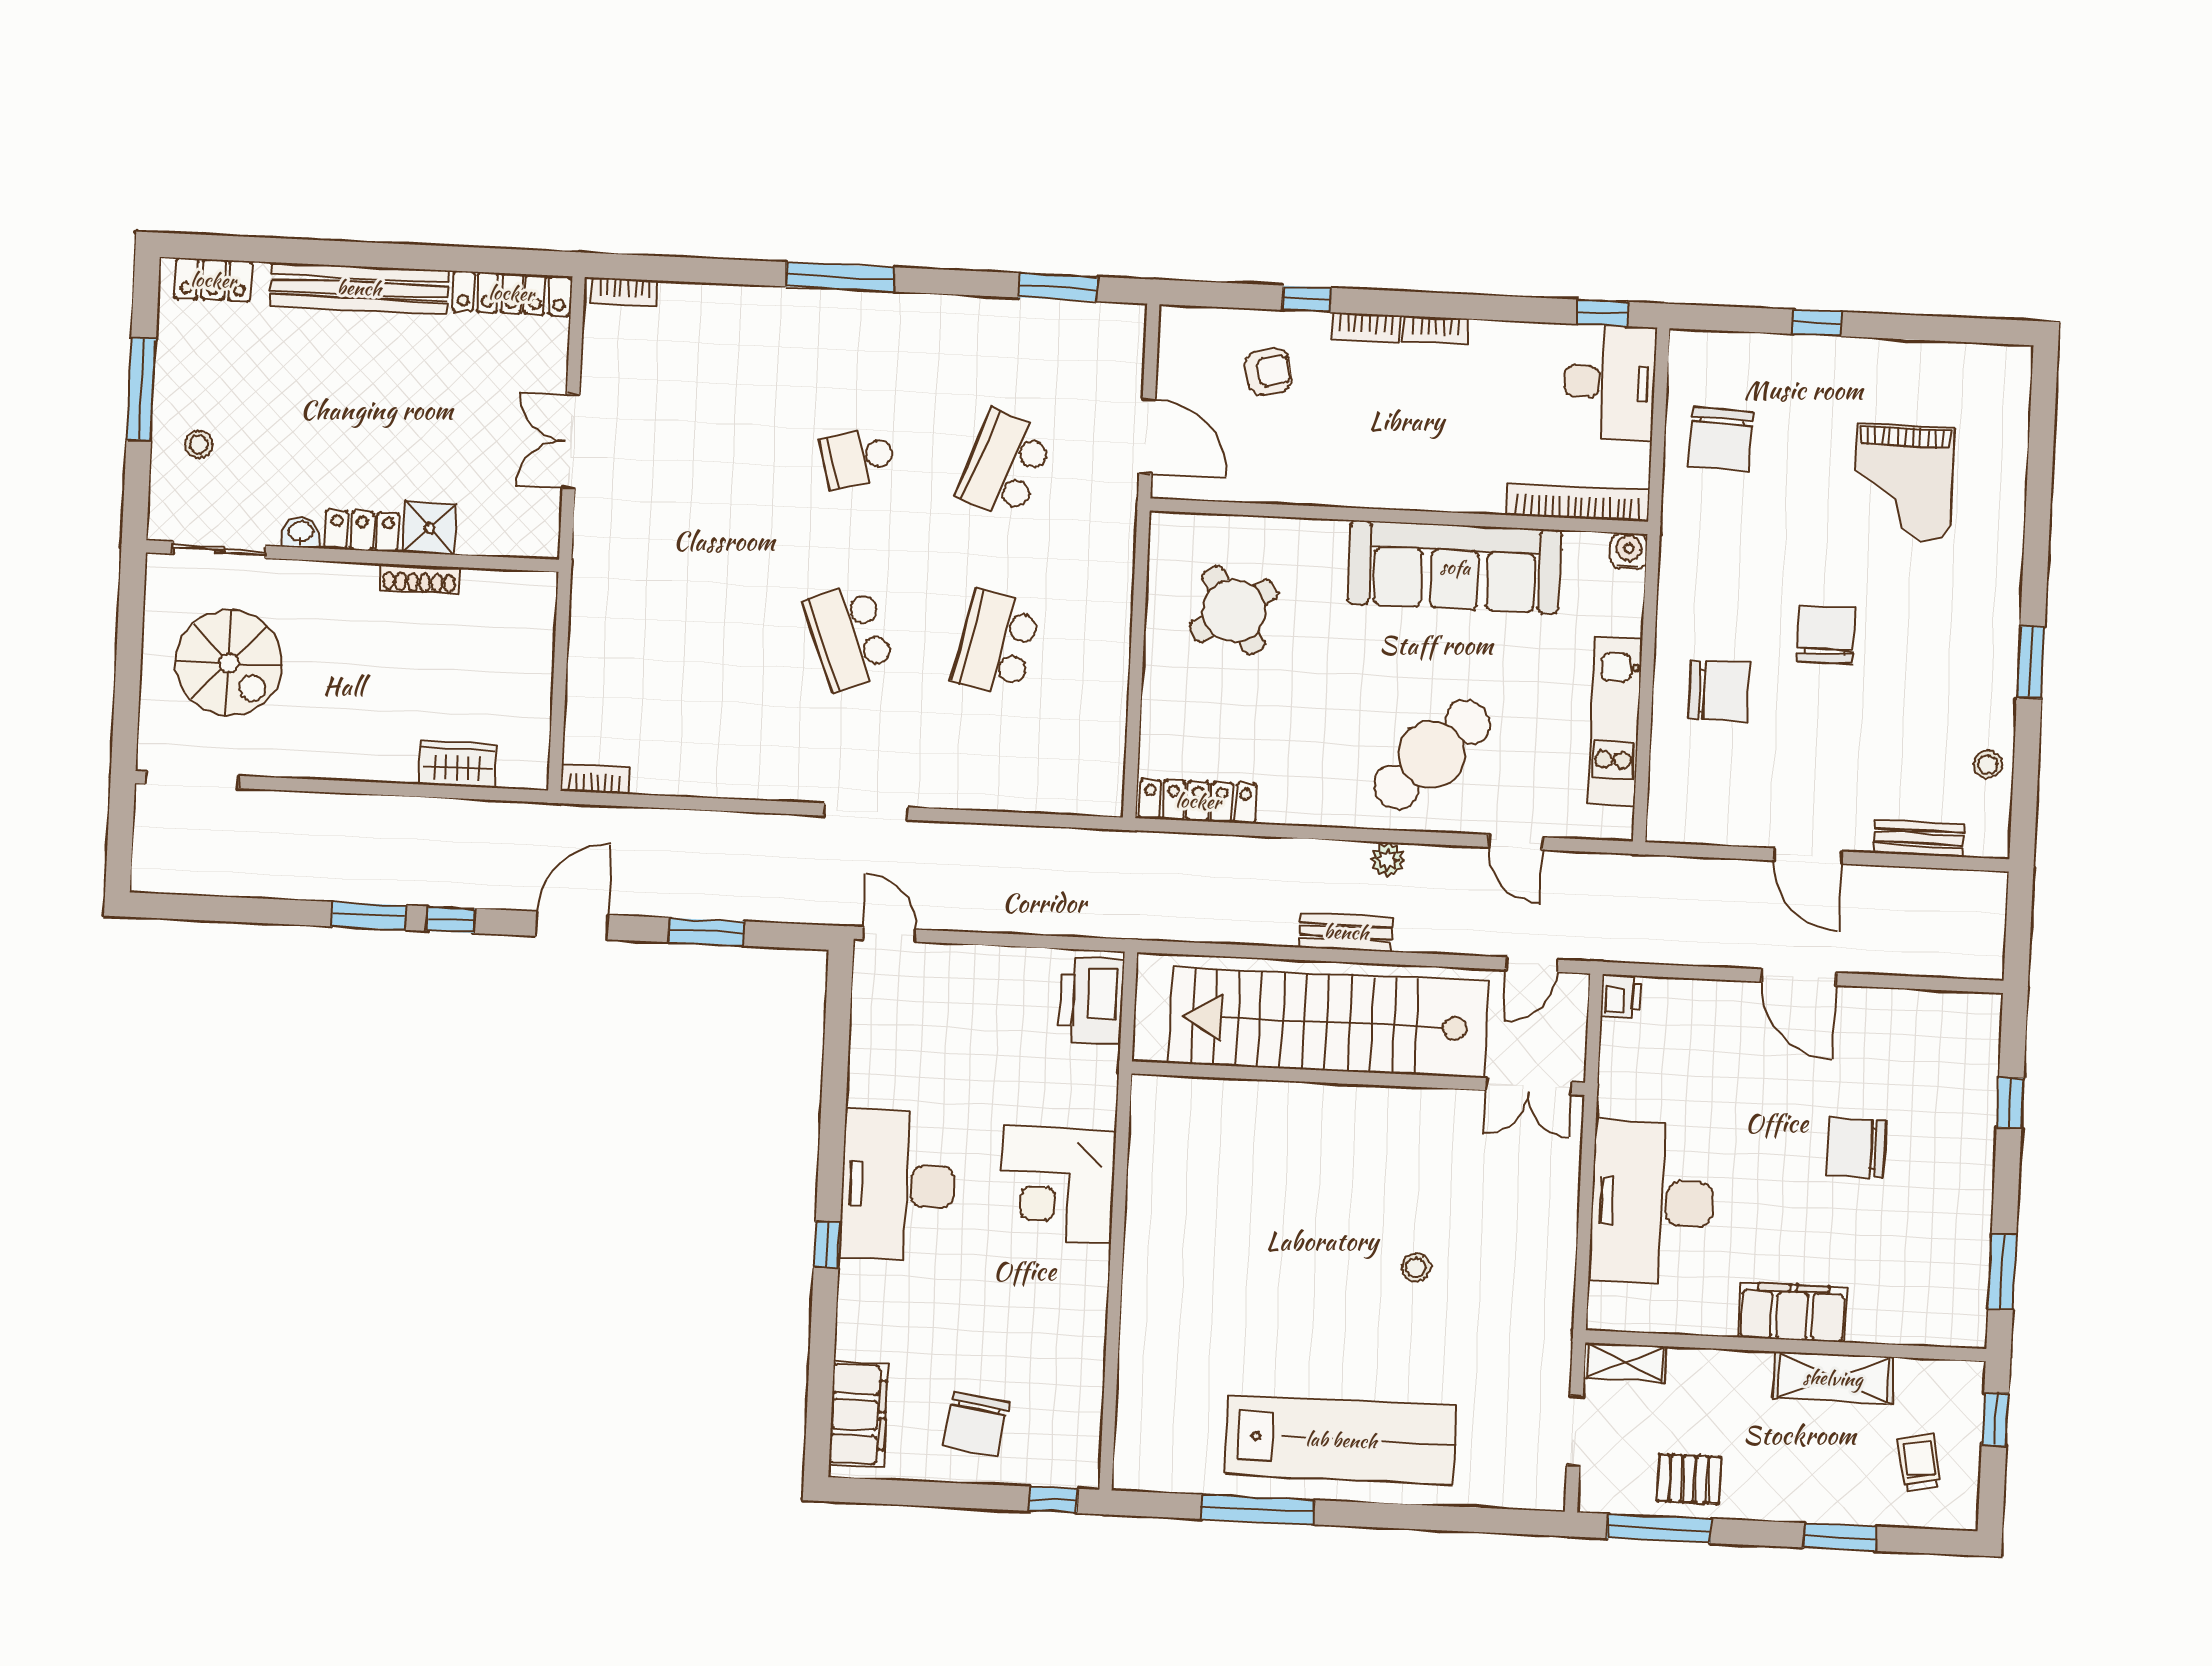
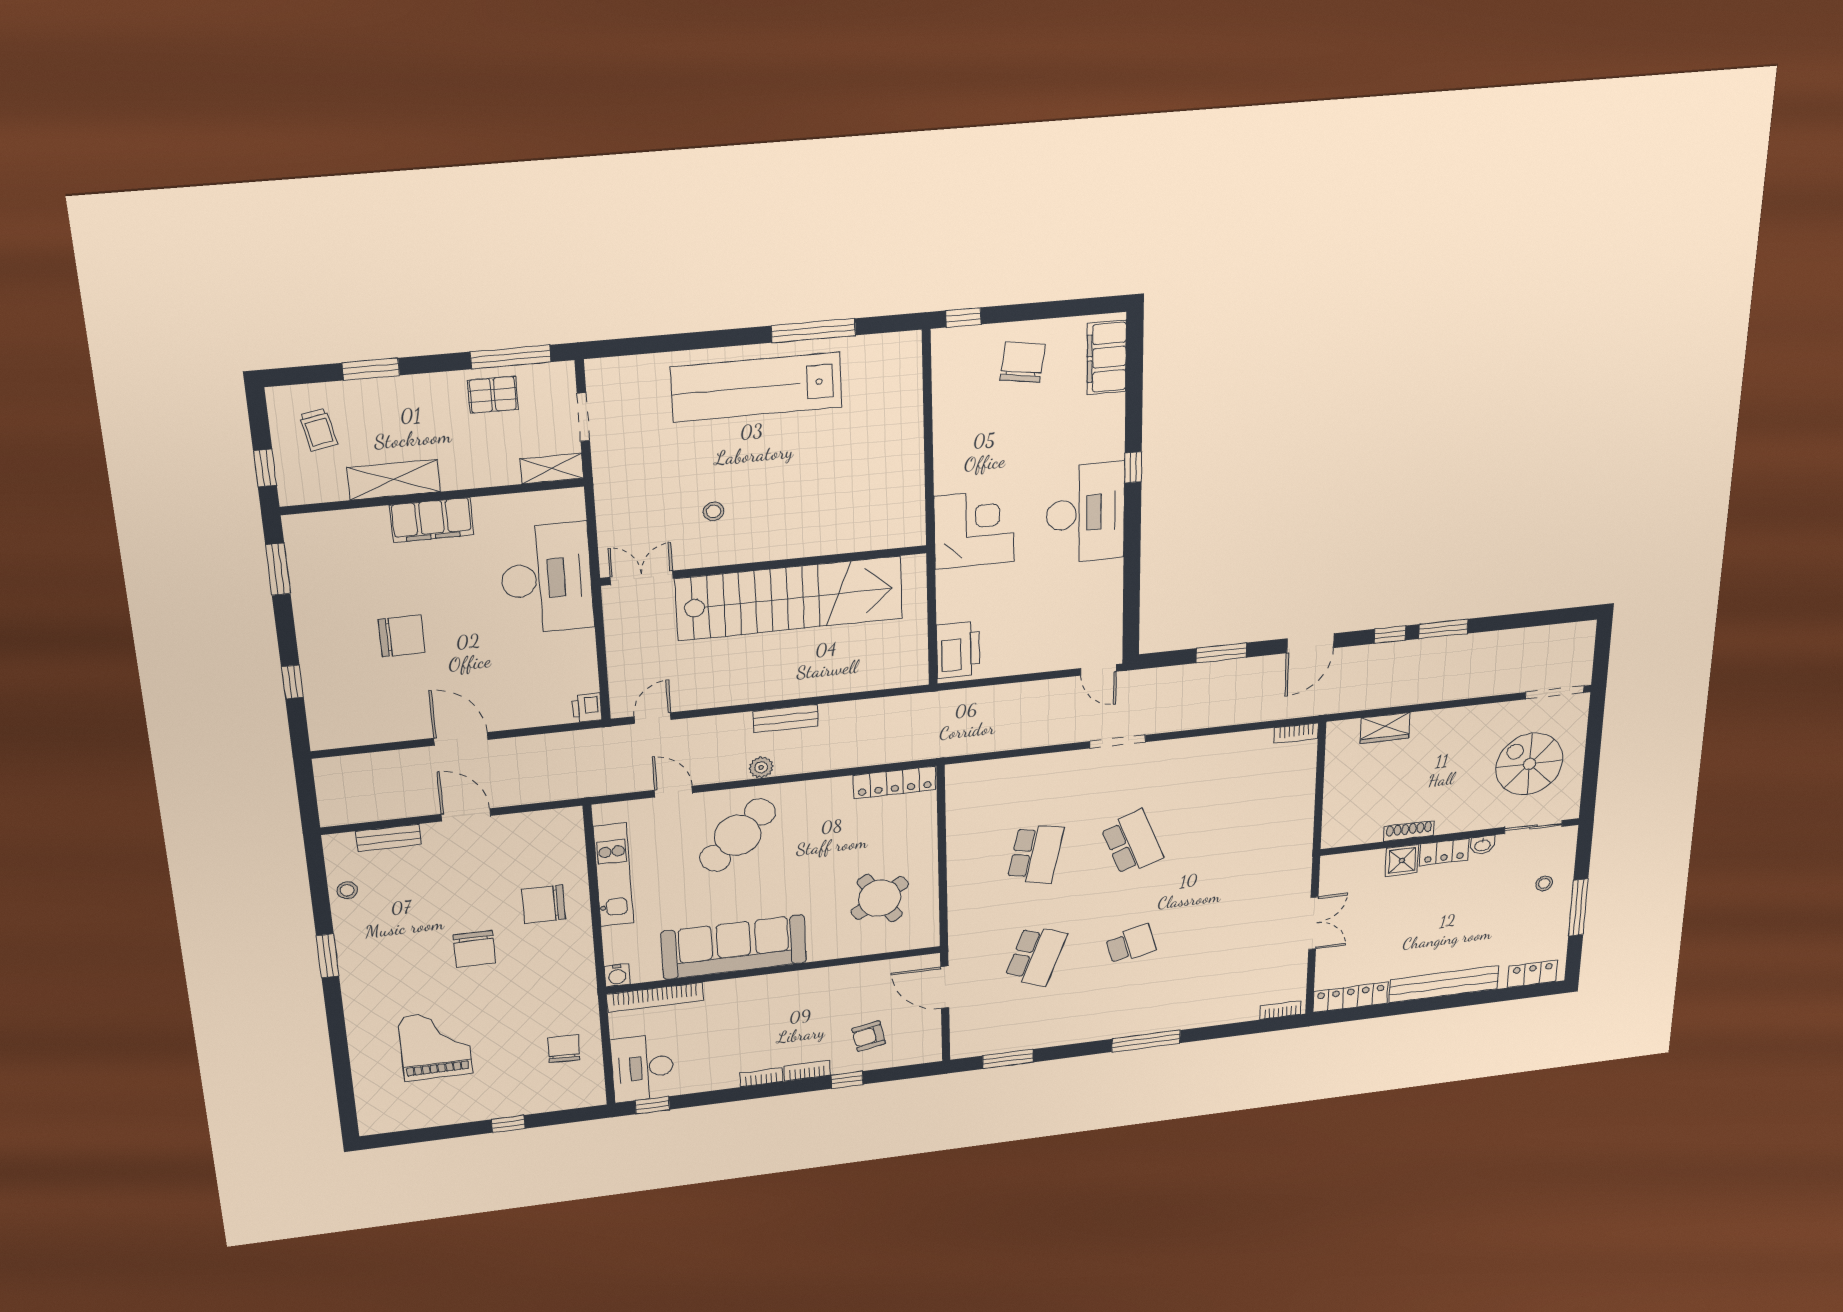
chair: (1721, 439) -> (564, 1049), width x0.73, depth x0.73
stairs: (1329, 1022) -> (789, 598), moved
wall: (1358, 1078) -> (765, 565), moved
double door: (1528, 1086) -> (642, 578), moved

